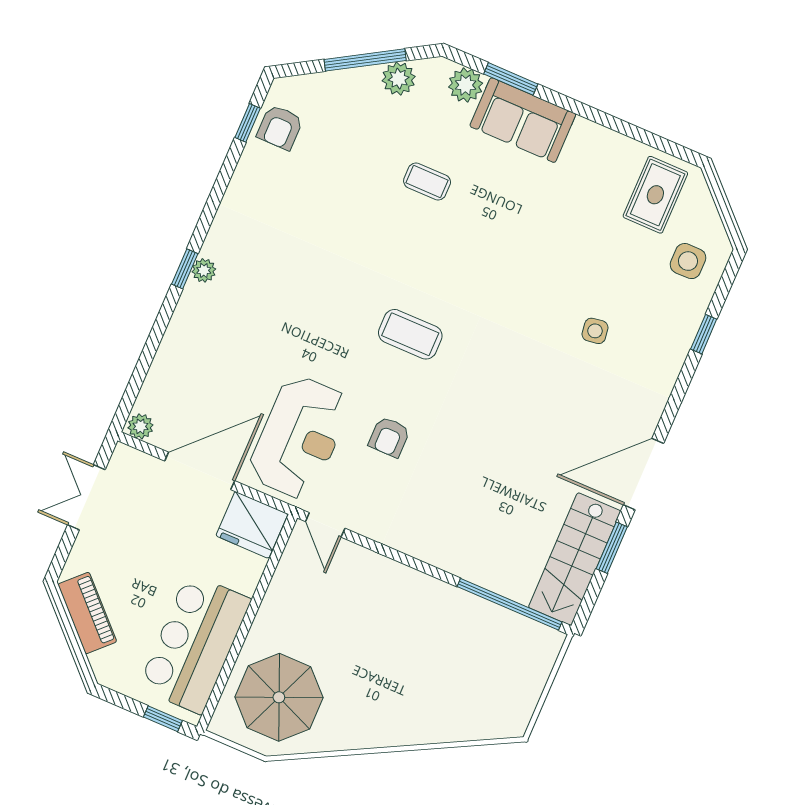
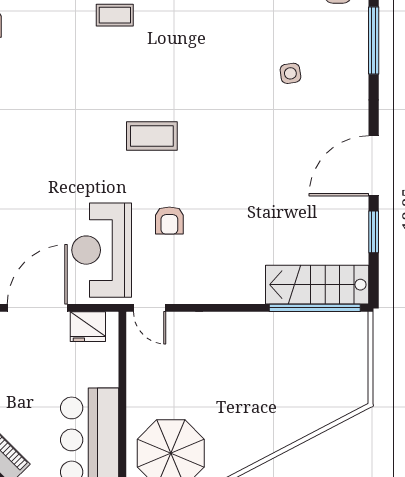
window: (704, 334) -> (374, 40), width x2.17
reception desk: (299, 437) -> (102, 250), turned 180
fridge: (252, 525) -> (88, 327), width x0.73, depth x0.75
stairs: (575, 559) -> (317, 285), moved, turned 90

